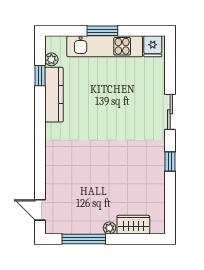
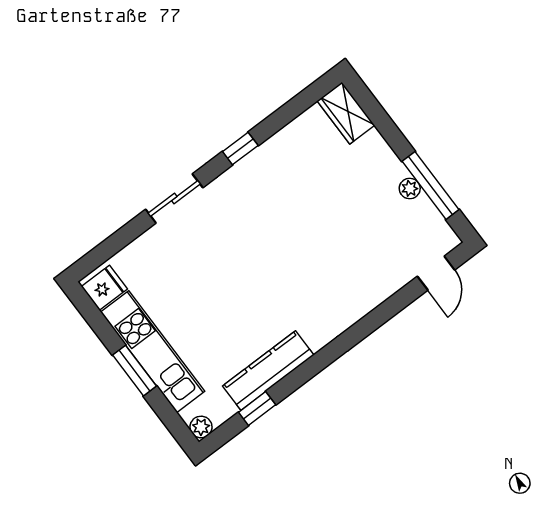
plant: (51, 59) -> (201, 427), moved
wardrobe: (133, 225) -> (346, 113), moved
plant: (110, 228) -> (410, 188), moved

